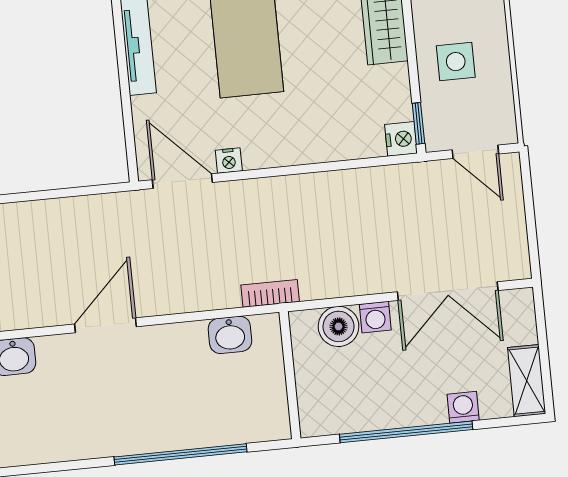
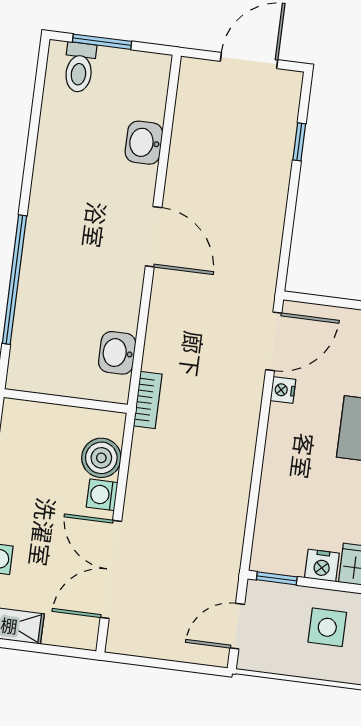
nightstand: (401, 139) -> (322, 566), moved

